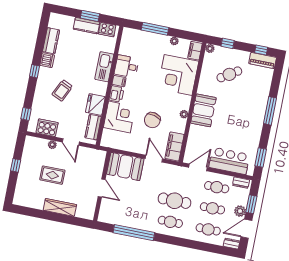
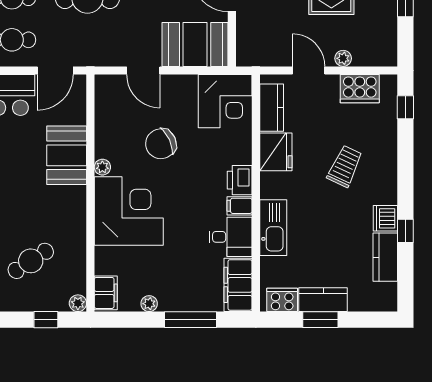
window: (35, 71) -> (405, 231), moved
corner desk: (178, 75) -> (129, 211), moved
booth: (203, 110) -> (67, 155), moved
corner desk: (119, 117) -> (225, 101), moved, turned -90
chair: (152, 120) -> (161, 144), turned -130
filing cabinet: (174, 146) -> (238, 285), moved, turned 180

